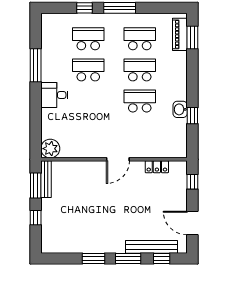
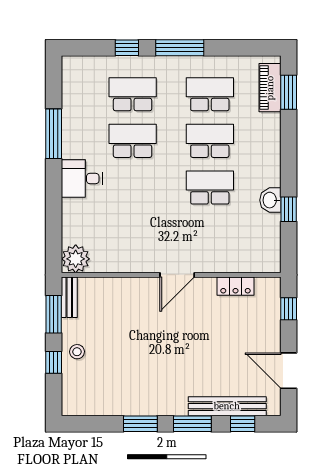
bench: (46, 179) -> (69, 297), width x0.73
stool: (51, 210) -> (77, 352), added

